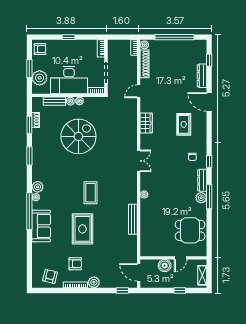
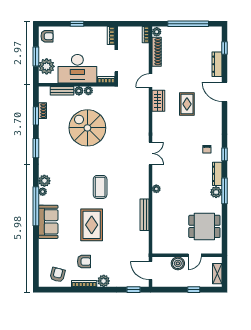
wardrobe: (146, 123) -> (158, 101), moved
rug: (184, 124) -> (187, 104), moved
spiral stairs: (78, 136) -> (87, 128), turned -90

